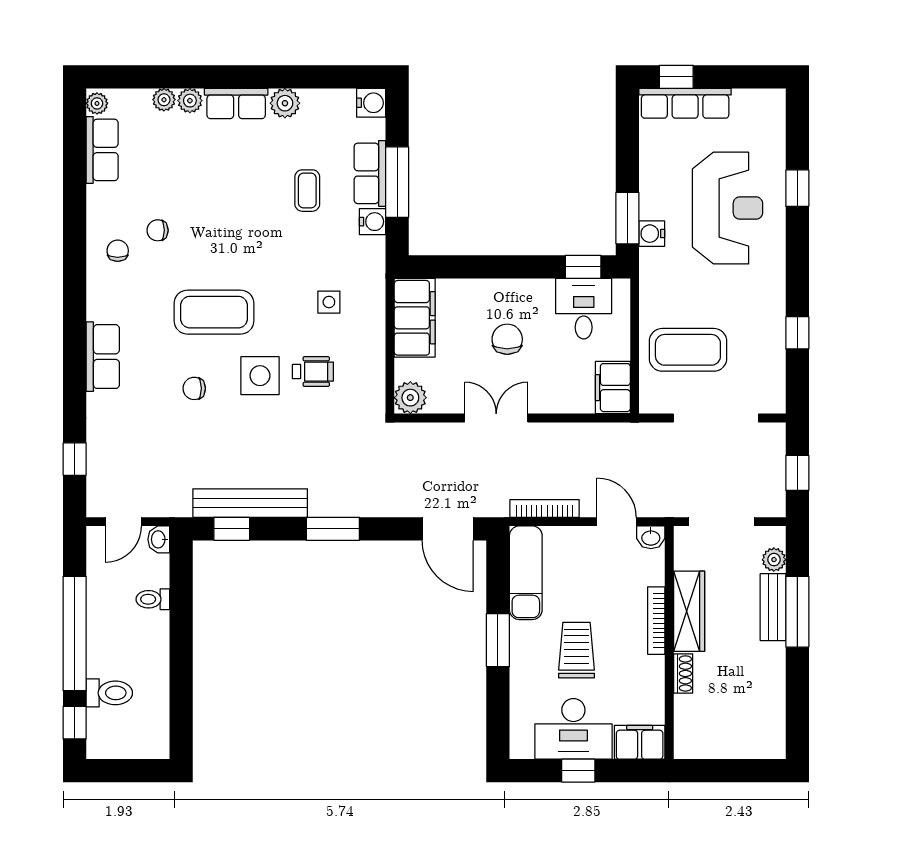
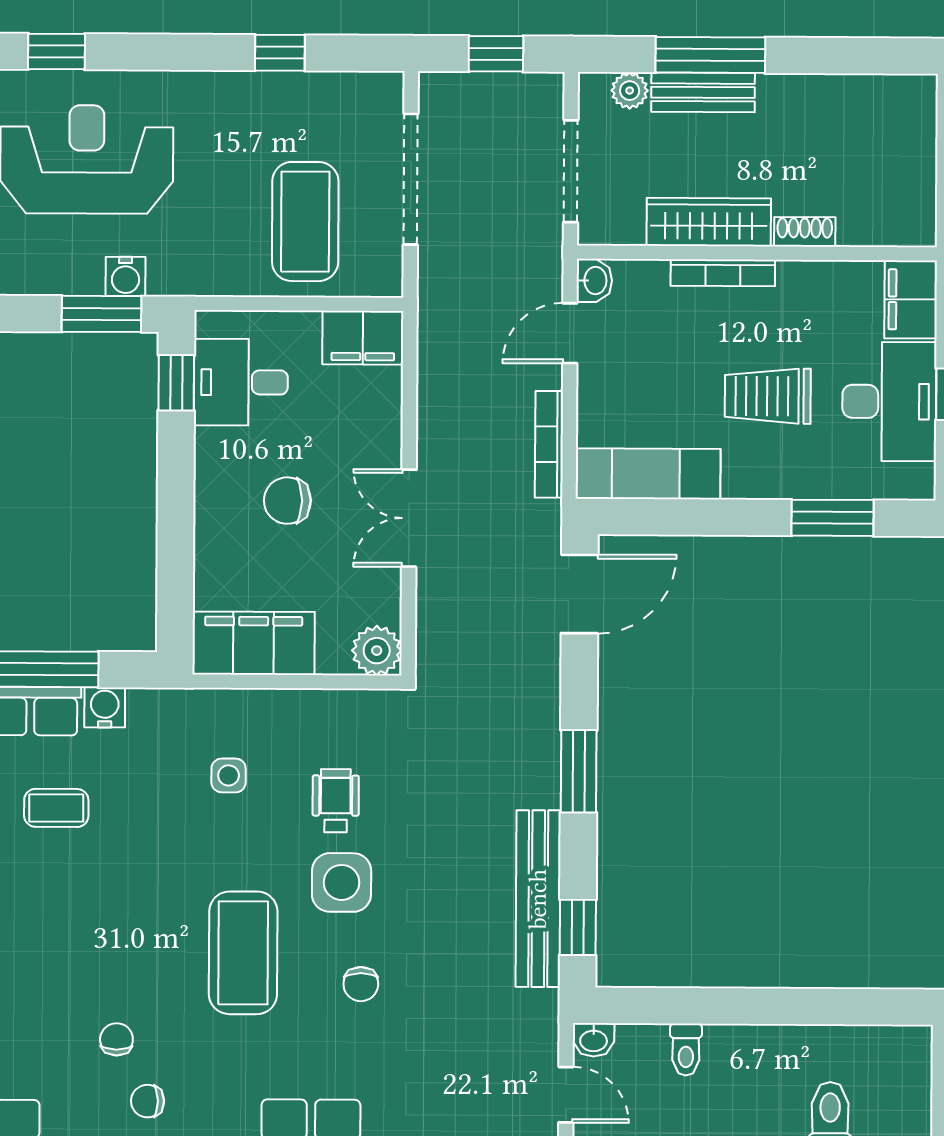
chair: (158, 230) -> (116, 1039), turned 180
window: (498, 640) -> (832, 518), moved

